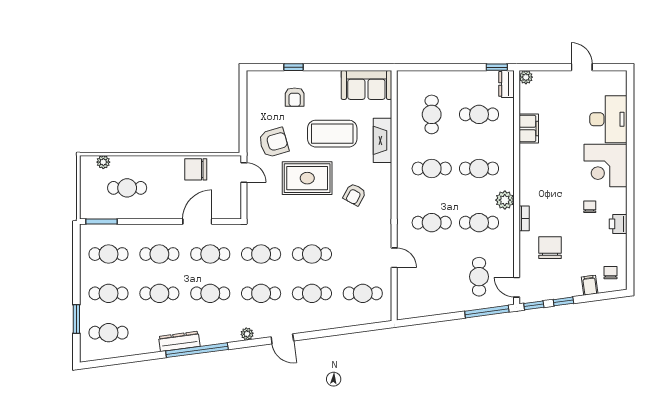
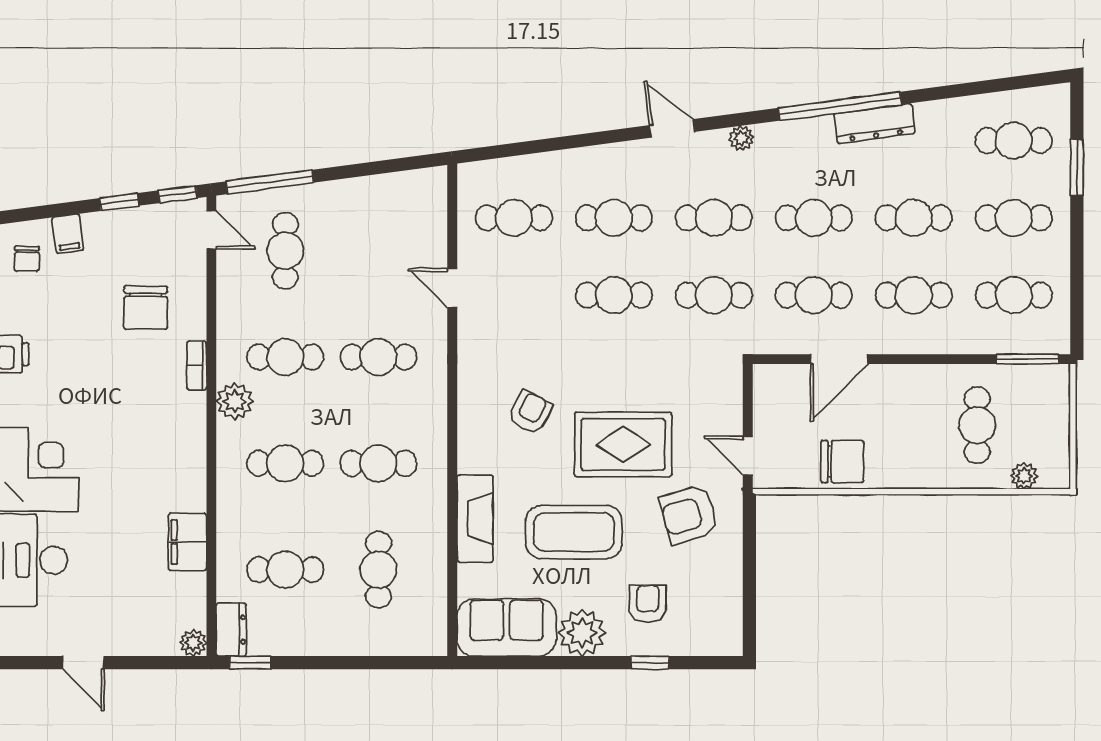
plant: (328, 82) -> (582, 633), added
cafe table: (127, 188) -> (977, 425), turned 90
chair: (590, 207) -> (68, 388), removed

